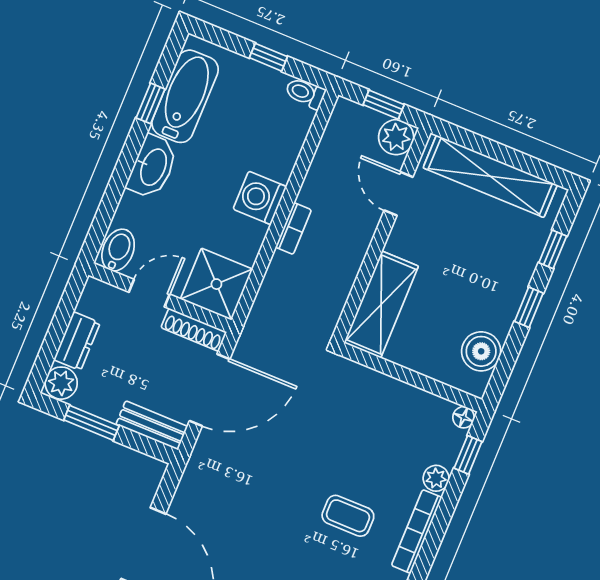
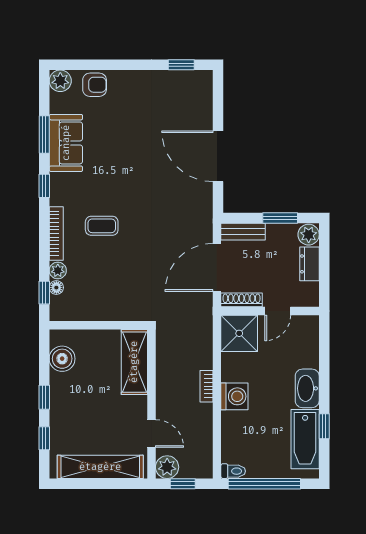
window: (268, 57) -> (264, 484), width x3.17
bidet: (118, 250) -> (307, 329), removed
floor lamp: (464, 417) -> (56, 288), moved

